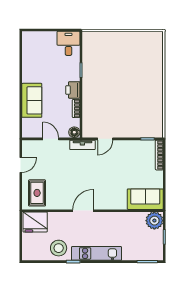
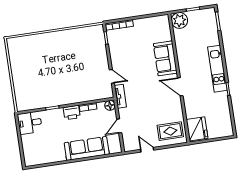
sofa: (32, 100) -> (87, 148), width x1.36
sofa: (145, 199) -> (165, 58), moved
stool: (59, 248) -> (218, 104), removed

